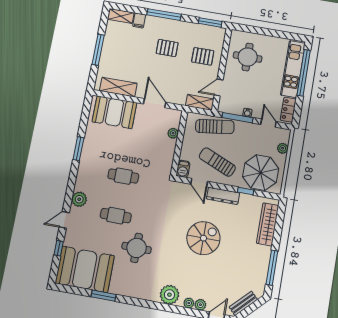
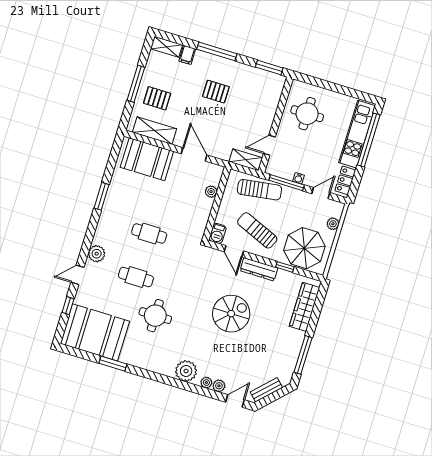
pallet: (203, 56) -> (157, 98), moved
door: (268, 123) -> (321, 193), hinge flipped

